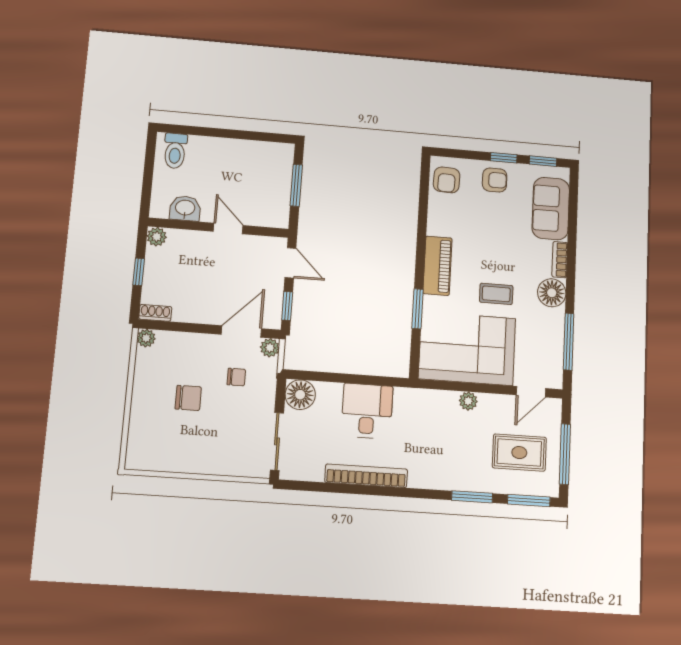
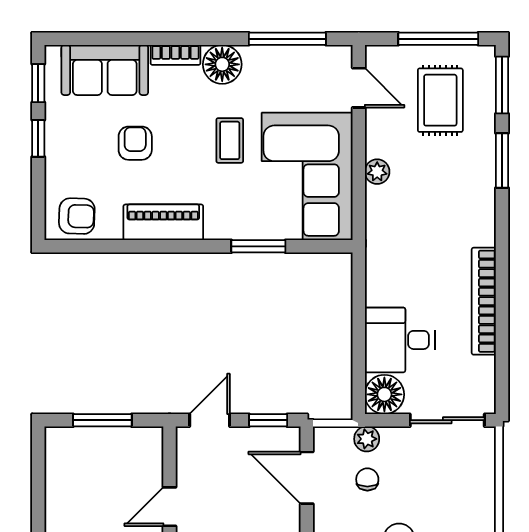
armchair: (495, 180) -> (135, 143), moved
piano: (437, 266) -> (163, 222), moved
plant: (270, 348) -> (367, 439), moved
desk: (367, 411) -> (400, 340), moved

